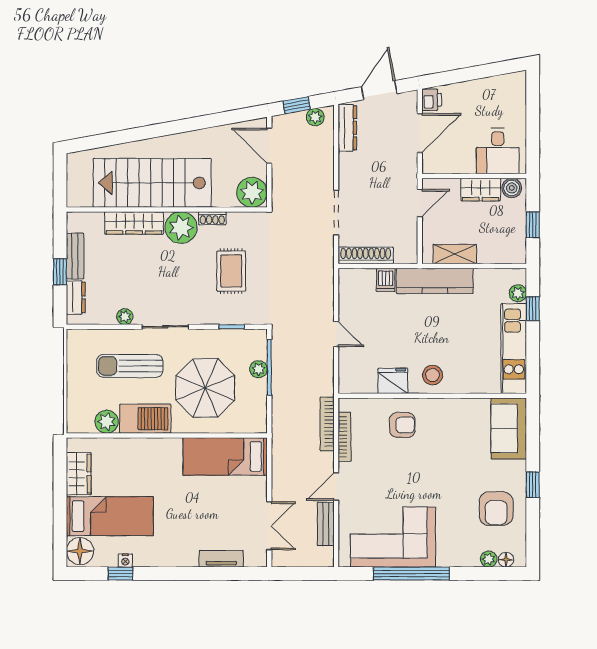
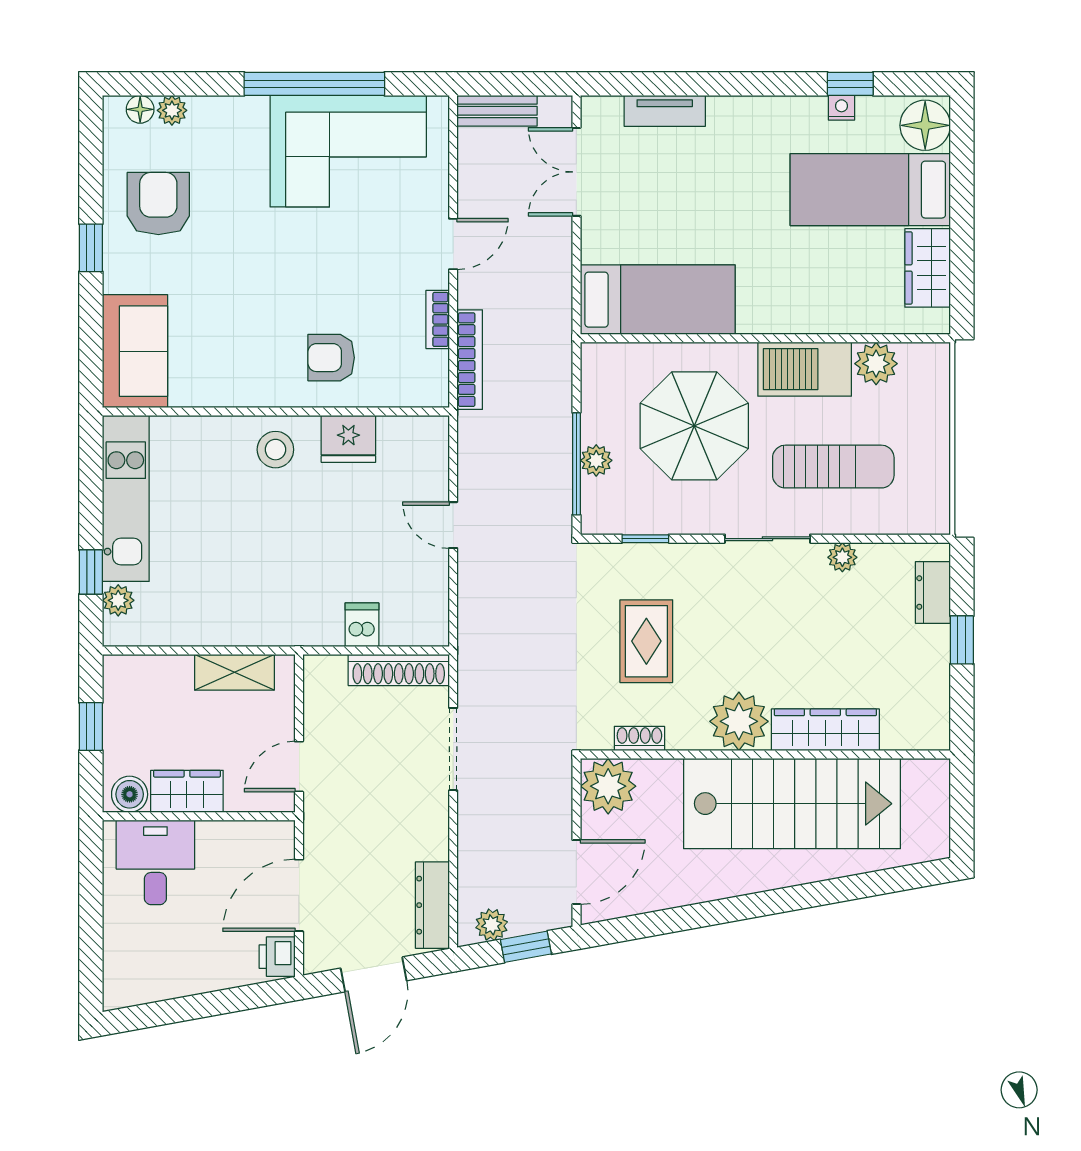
door: (269, 146) -> (576, 872), hinge flipped
shoe rack: (212, 218) -> (639, 738), moved
bench: (75, 256) -> (934, 669), removed
kitchen counter: (435, 281) -> (271, 623), removed
bookcase: (345, 437) -> (438, 319), width x0.64
bench: (326, 524) -> (497, 111), moved, turned 90

